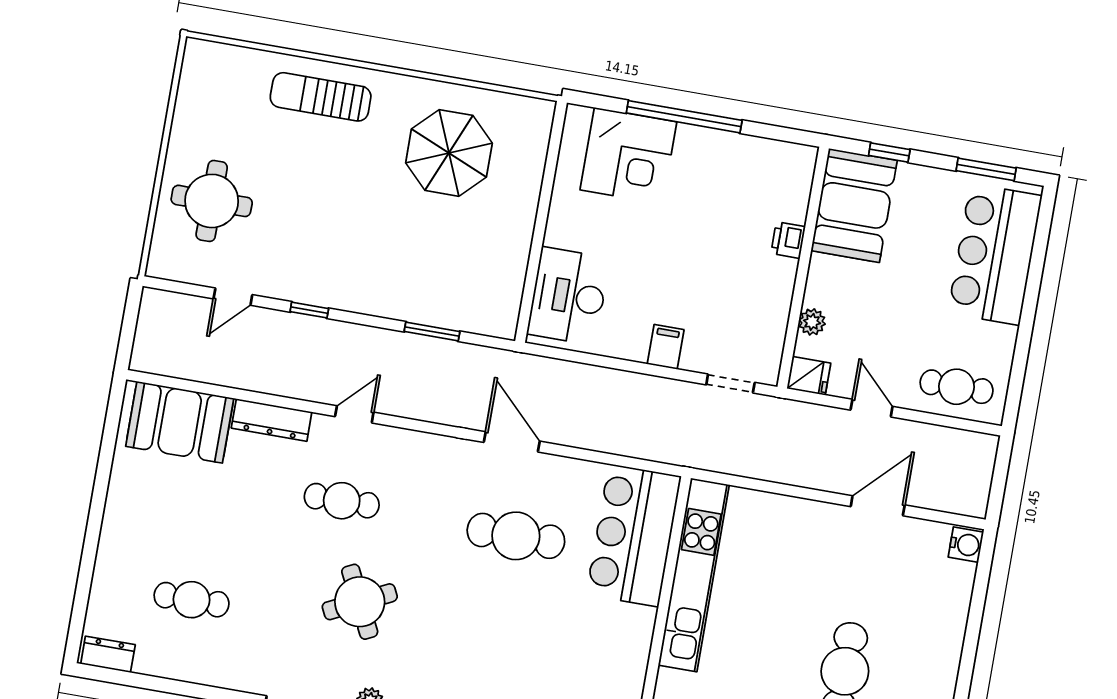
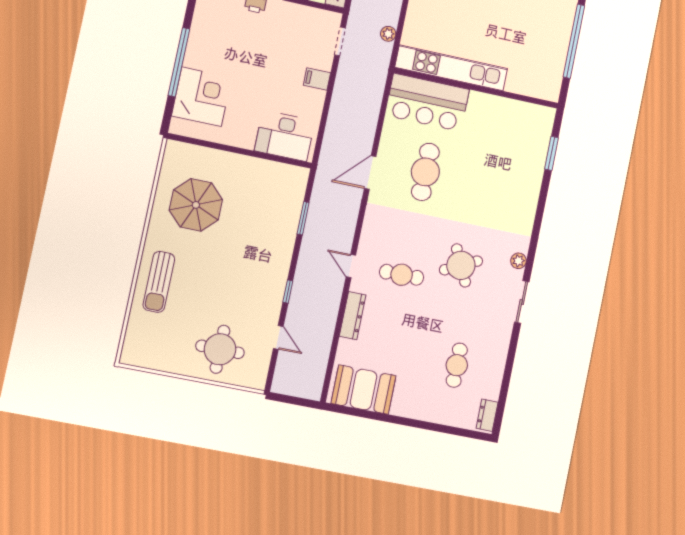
booth: (180, 422) -> (364, 390), moved, turned 90
plant: (747, 465) -> (388, 34), added
cafe table: (342, 501) -> (402, 275), turned 90

